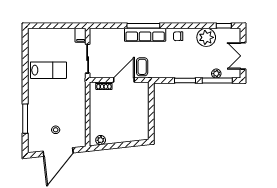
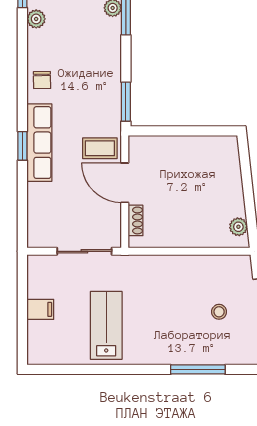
window: (143, 26) -> (22, 146), width x0.46
filing cabinet: (81, 35) -> (40, 309), moved
plant: (206, 37) -> (36, 19), width x0.53, depth x0.53
window: (185, 81) -> (126, 102), moved

